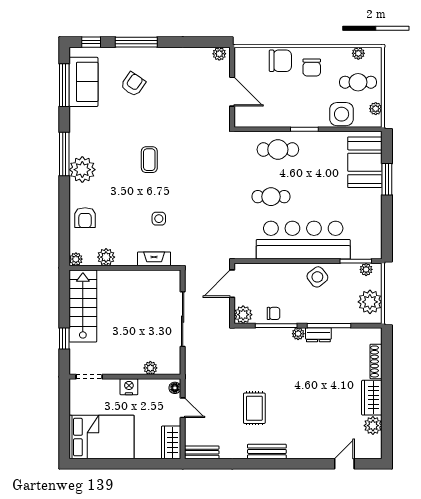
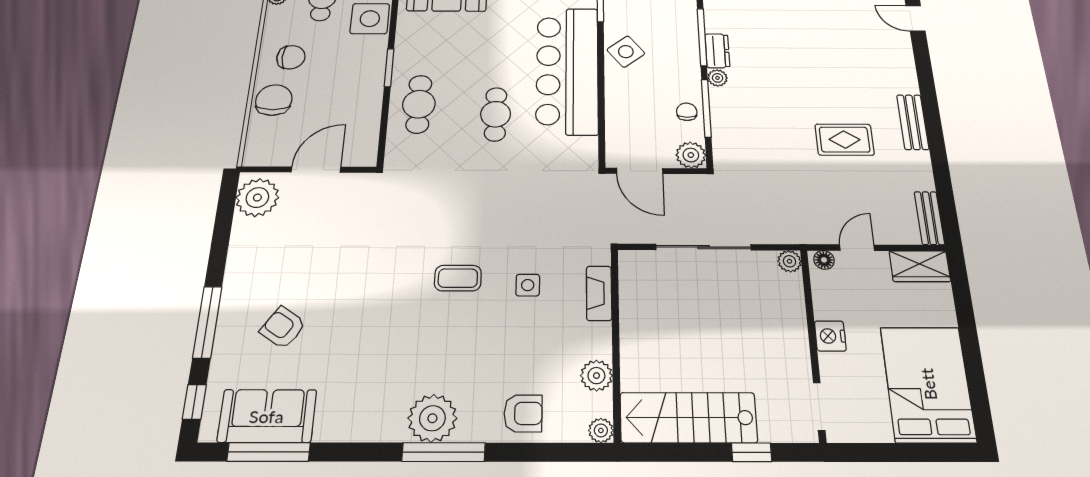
plant: (219, 54) -> (257, 198), width x1.88, depth x1.88
window: (64, 154) -> (444, 452), moved
coffee table: (149, 160) -> (458, 278), moved
plant: (150, 368) -> (789, 261), moved

